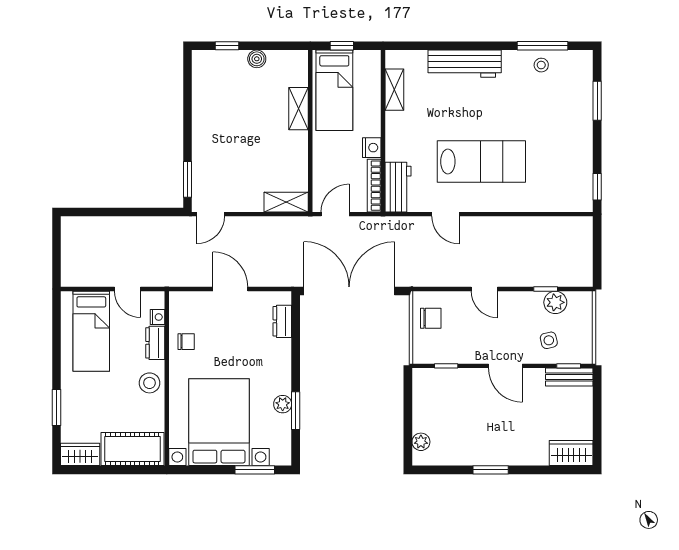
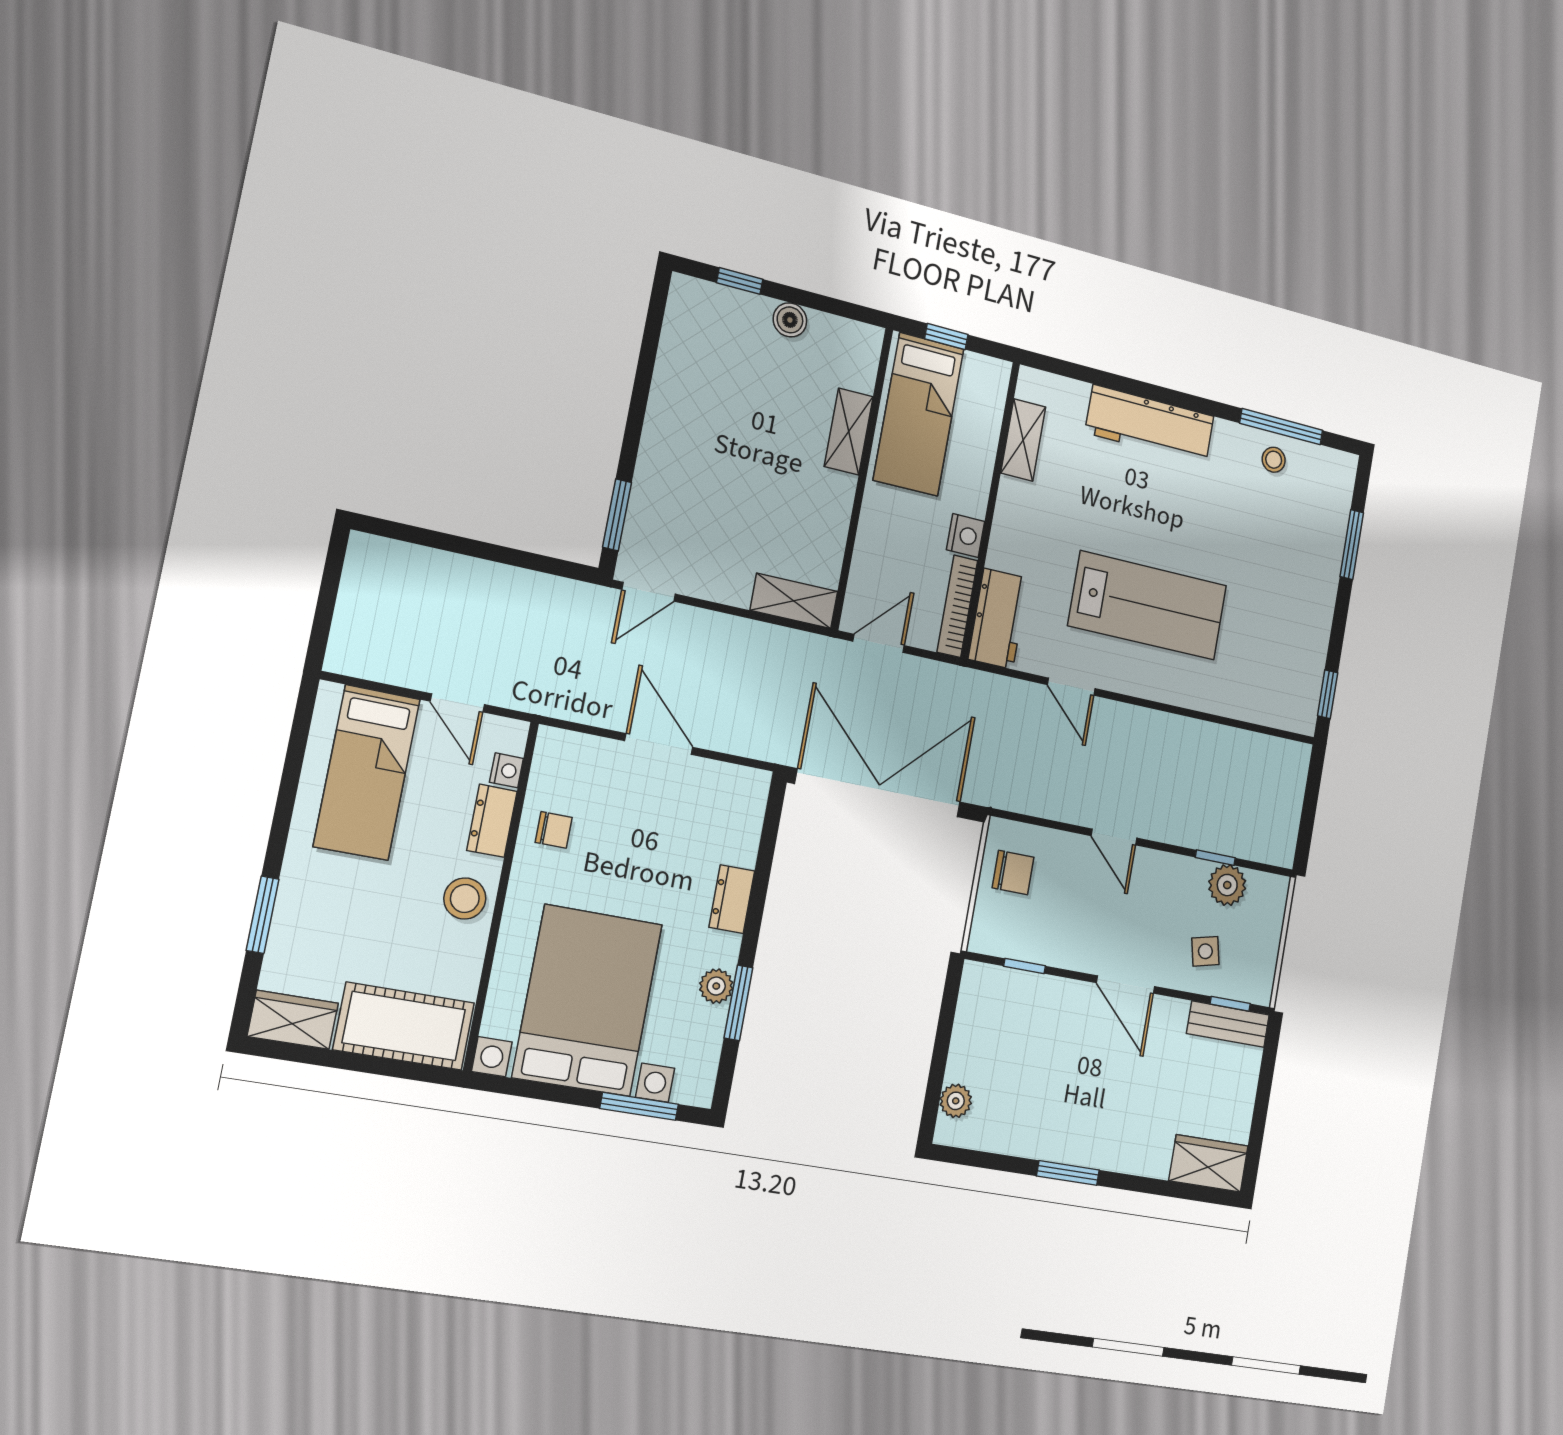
dresser: (282, 321) -> (732, 899), moved

